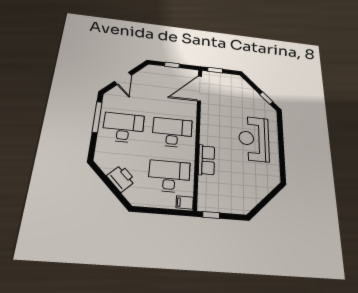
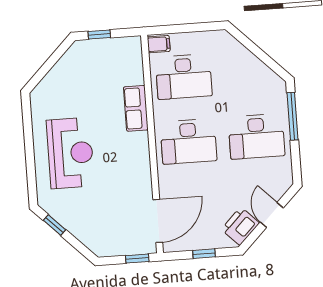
window: (97, 117) -> (293, 116), moved
printer: (121, 178) -> (240, 226), moved, turned 90
window: (211, 215) -> (99, 35), moved

